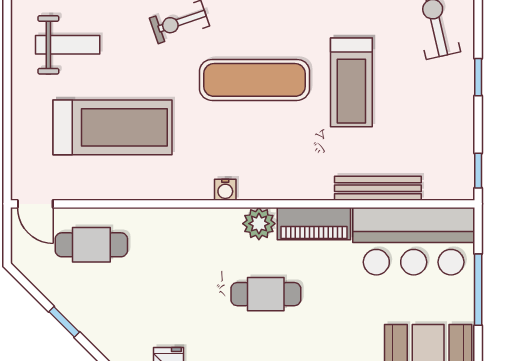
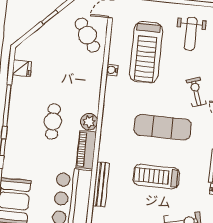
exercise mat: (255, 80) -> (163, 127), turned 90
water cooler: (225, 190) -> (112, 70), moved
cafe table: (91, 245) -> (87, 35), turned -34

